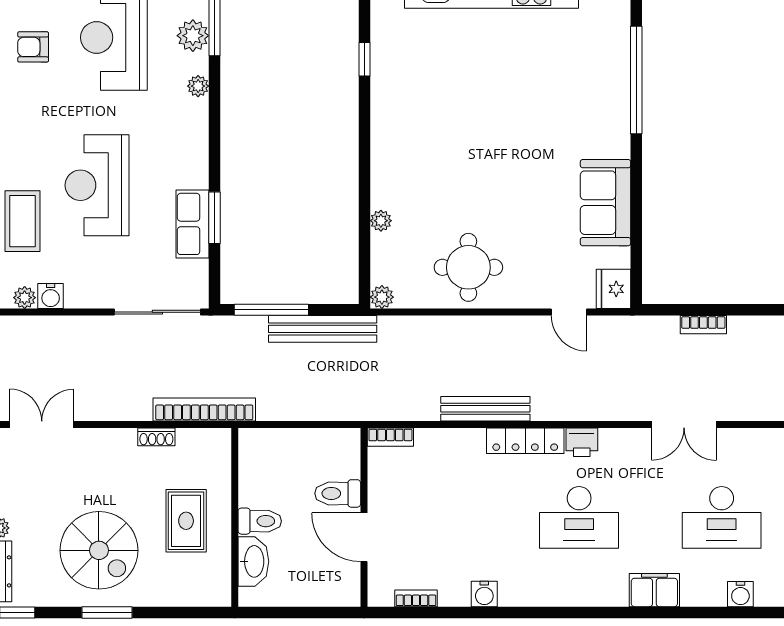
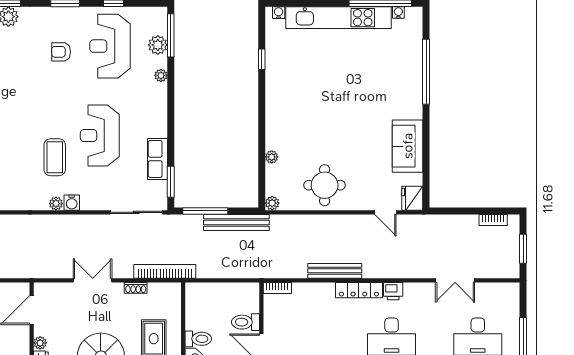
window: (214, 218) -> (171, 182), moved
bookcase: (703, 325) -> (493, 220), moved
double door: (42, 425) -> (93, 280), moved

